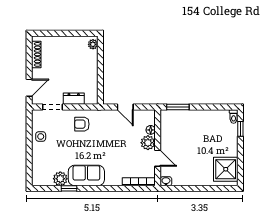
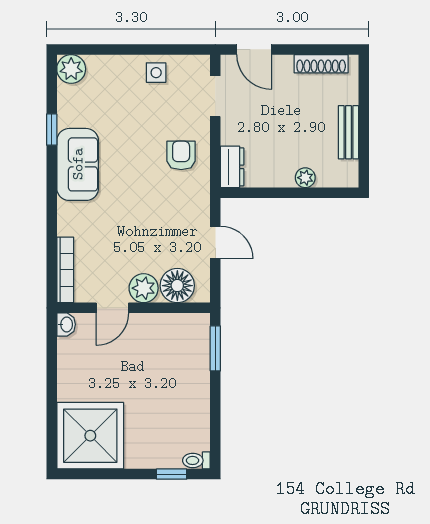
bench: (70, 41) -> (348, 132), added
plant: (93, 44) -> (305, 178), moved
dresser: (74, 99) -> (232, 167), moved
door: (125, 107) -> (215, 243), swing flipped
floor lamp: (151, 130) -> (177, 286), width x1.89, depth x1.89
shower: (226, 169) -> (90, 436), width x1.37, depth x1.37
plant: (60, 179) -> (71, 69), moved

